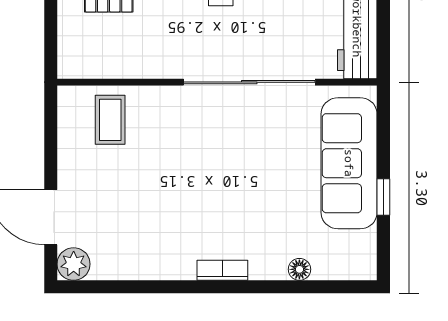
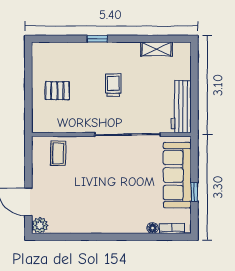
bookcase: (222, 270) -> (172, 229), moved

